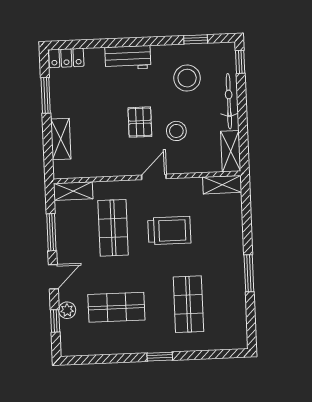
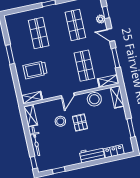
locker: (66, 58) -> (114, 151), moved
stool: (187, 78) -> (94, 99), moved
shelving: (61, 139) -> (117, 97), moved
trolley: (169, 231) -> (35, 70), moved
door: (53, 277) -> (111, 35), hinge flipped
shop shelf: (116, 307) -> (75, 25), turned 90

